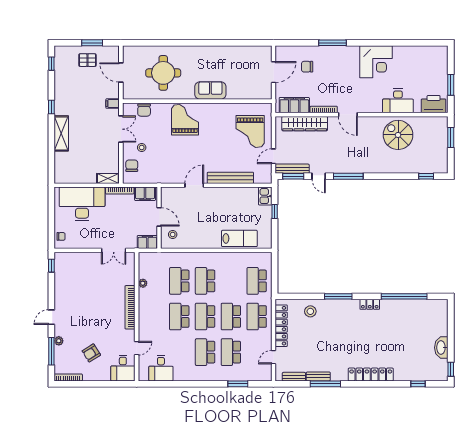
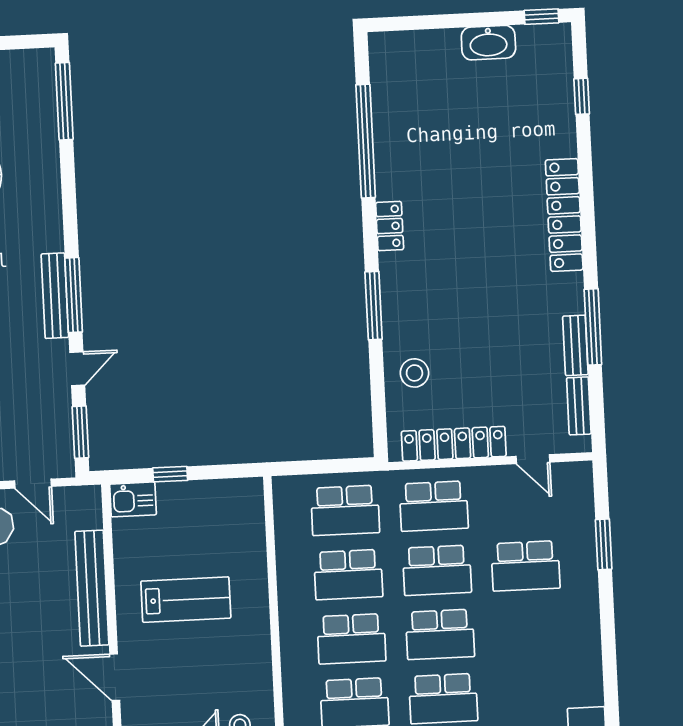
bench: (292, 169) -> (55, 296), moved
window: (426, 176) -> (64, 101), width x2.17
lab bench: (239, 238) -> (186, 600), moved, turned 90
school desk: (205, 352) -> (348, 575), moved

